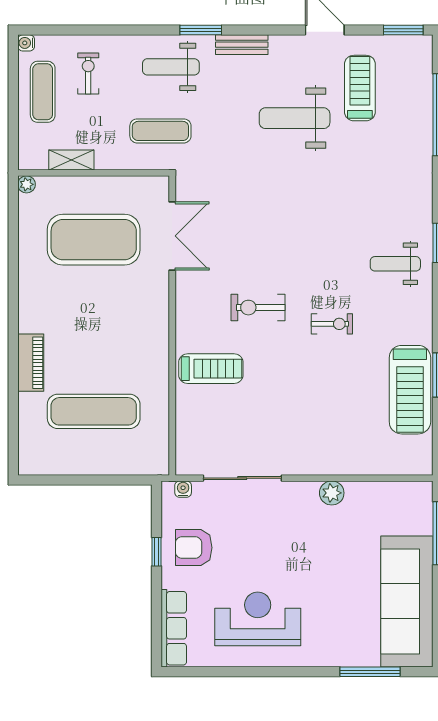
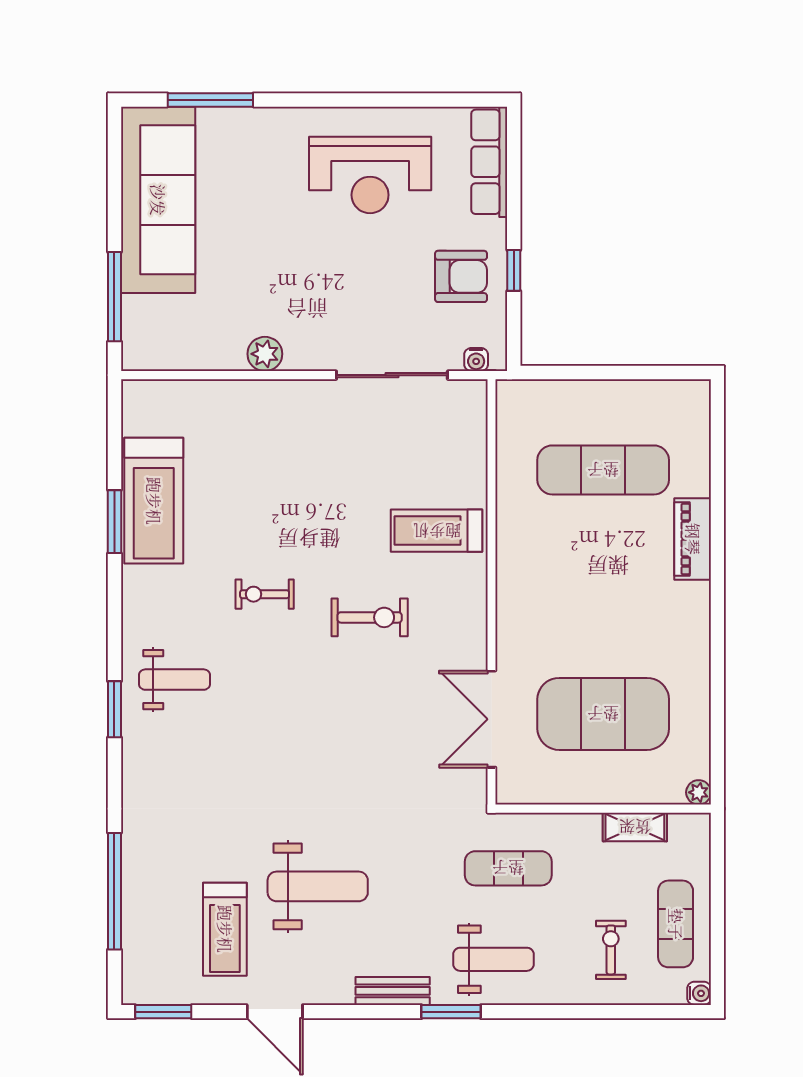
exercise bike: (88, 74) -> (611, 950), turned 180
treadmill: (410, 390) -> (154, 501), turned 180

